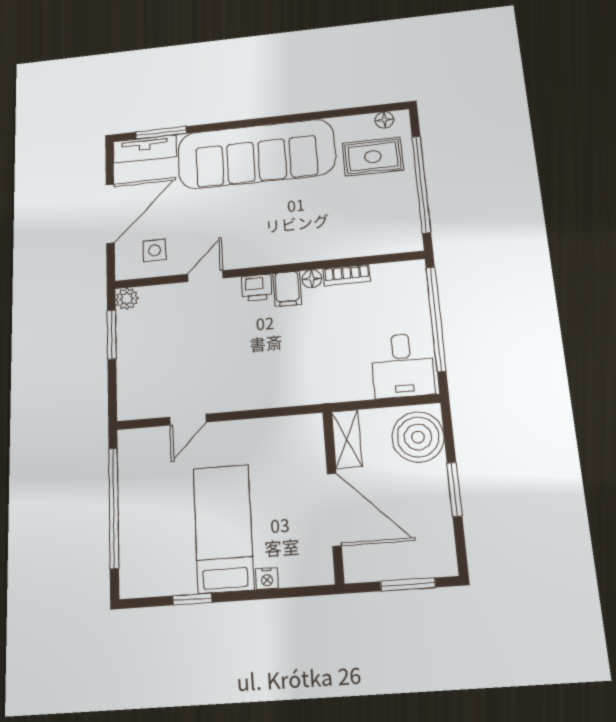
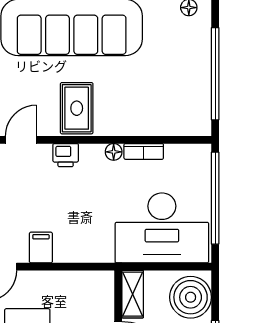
rug: (373, 157) -> (77, 108), moved, turned 90
filing cabinet: (287, 289) -> (41, 248), moved, turned 180
desk: (403, 365) -> (162, 228), width x1.87, depth x1.30

